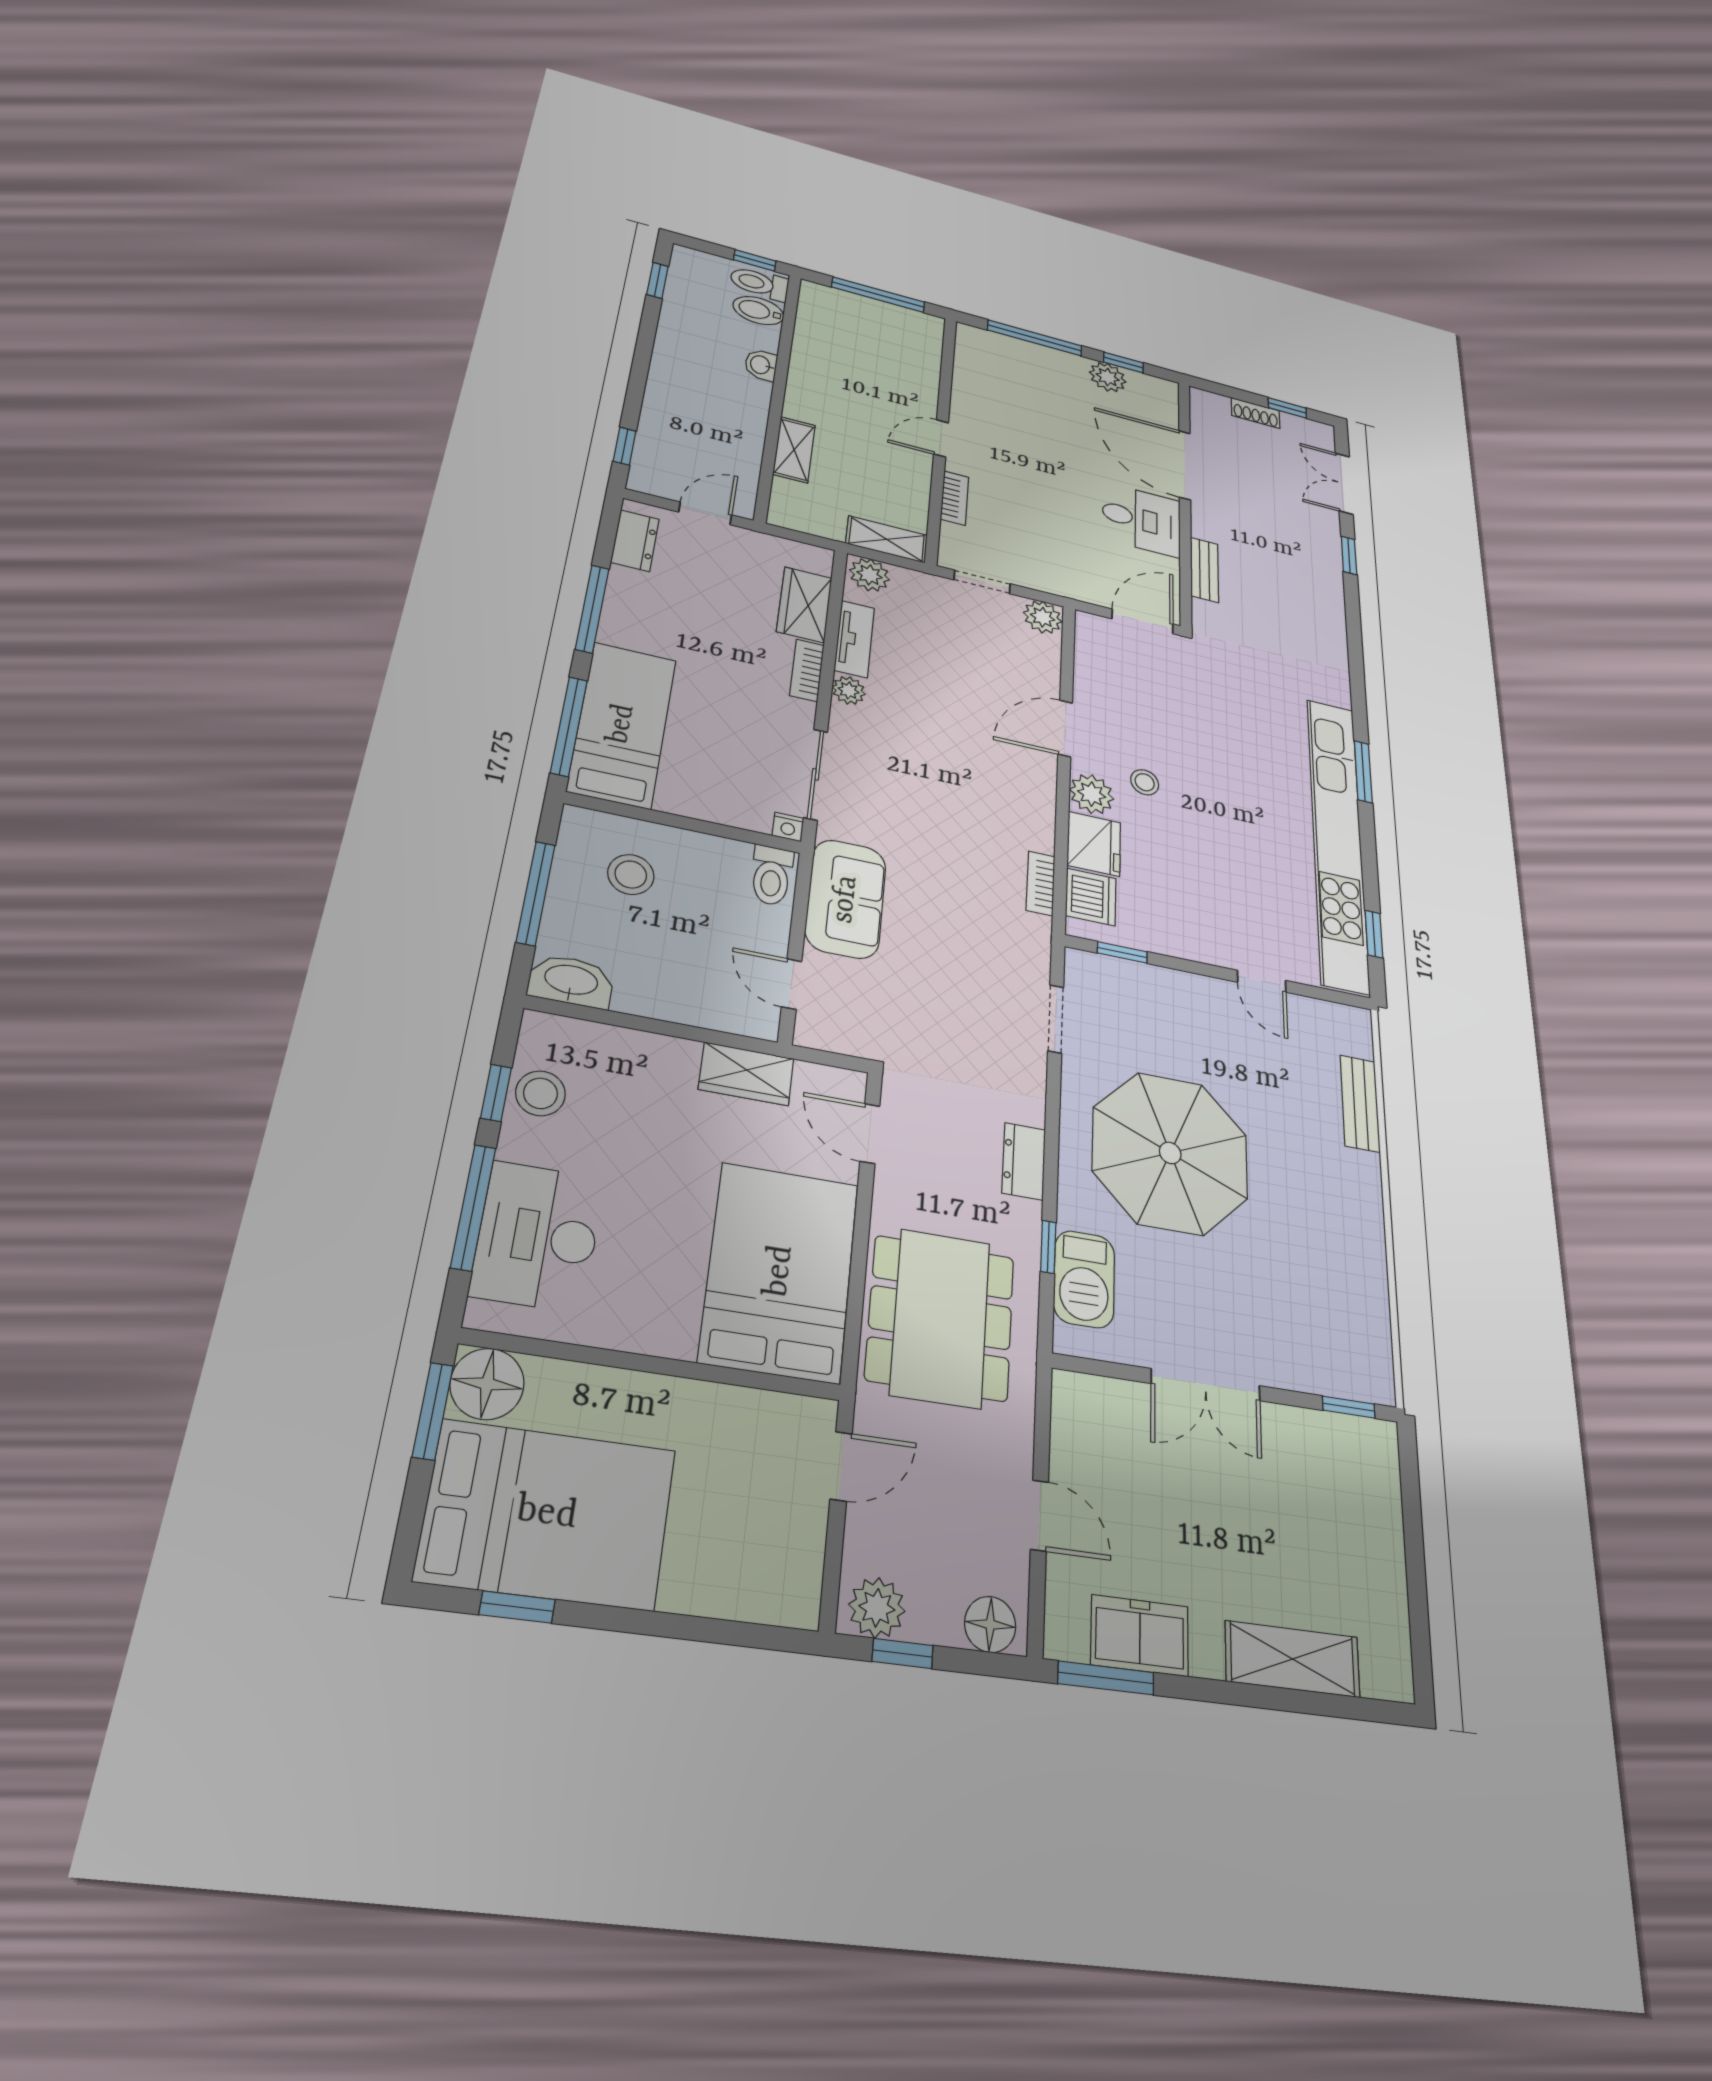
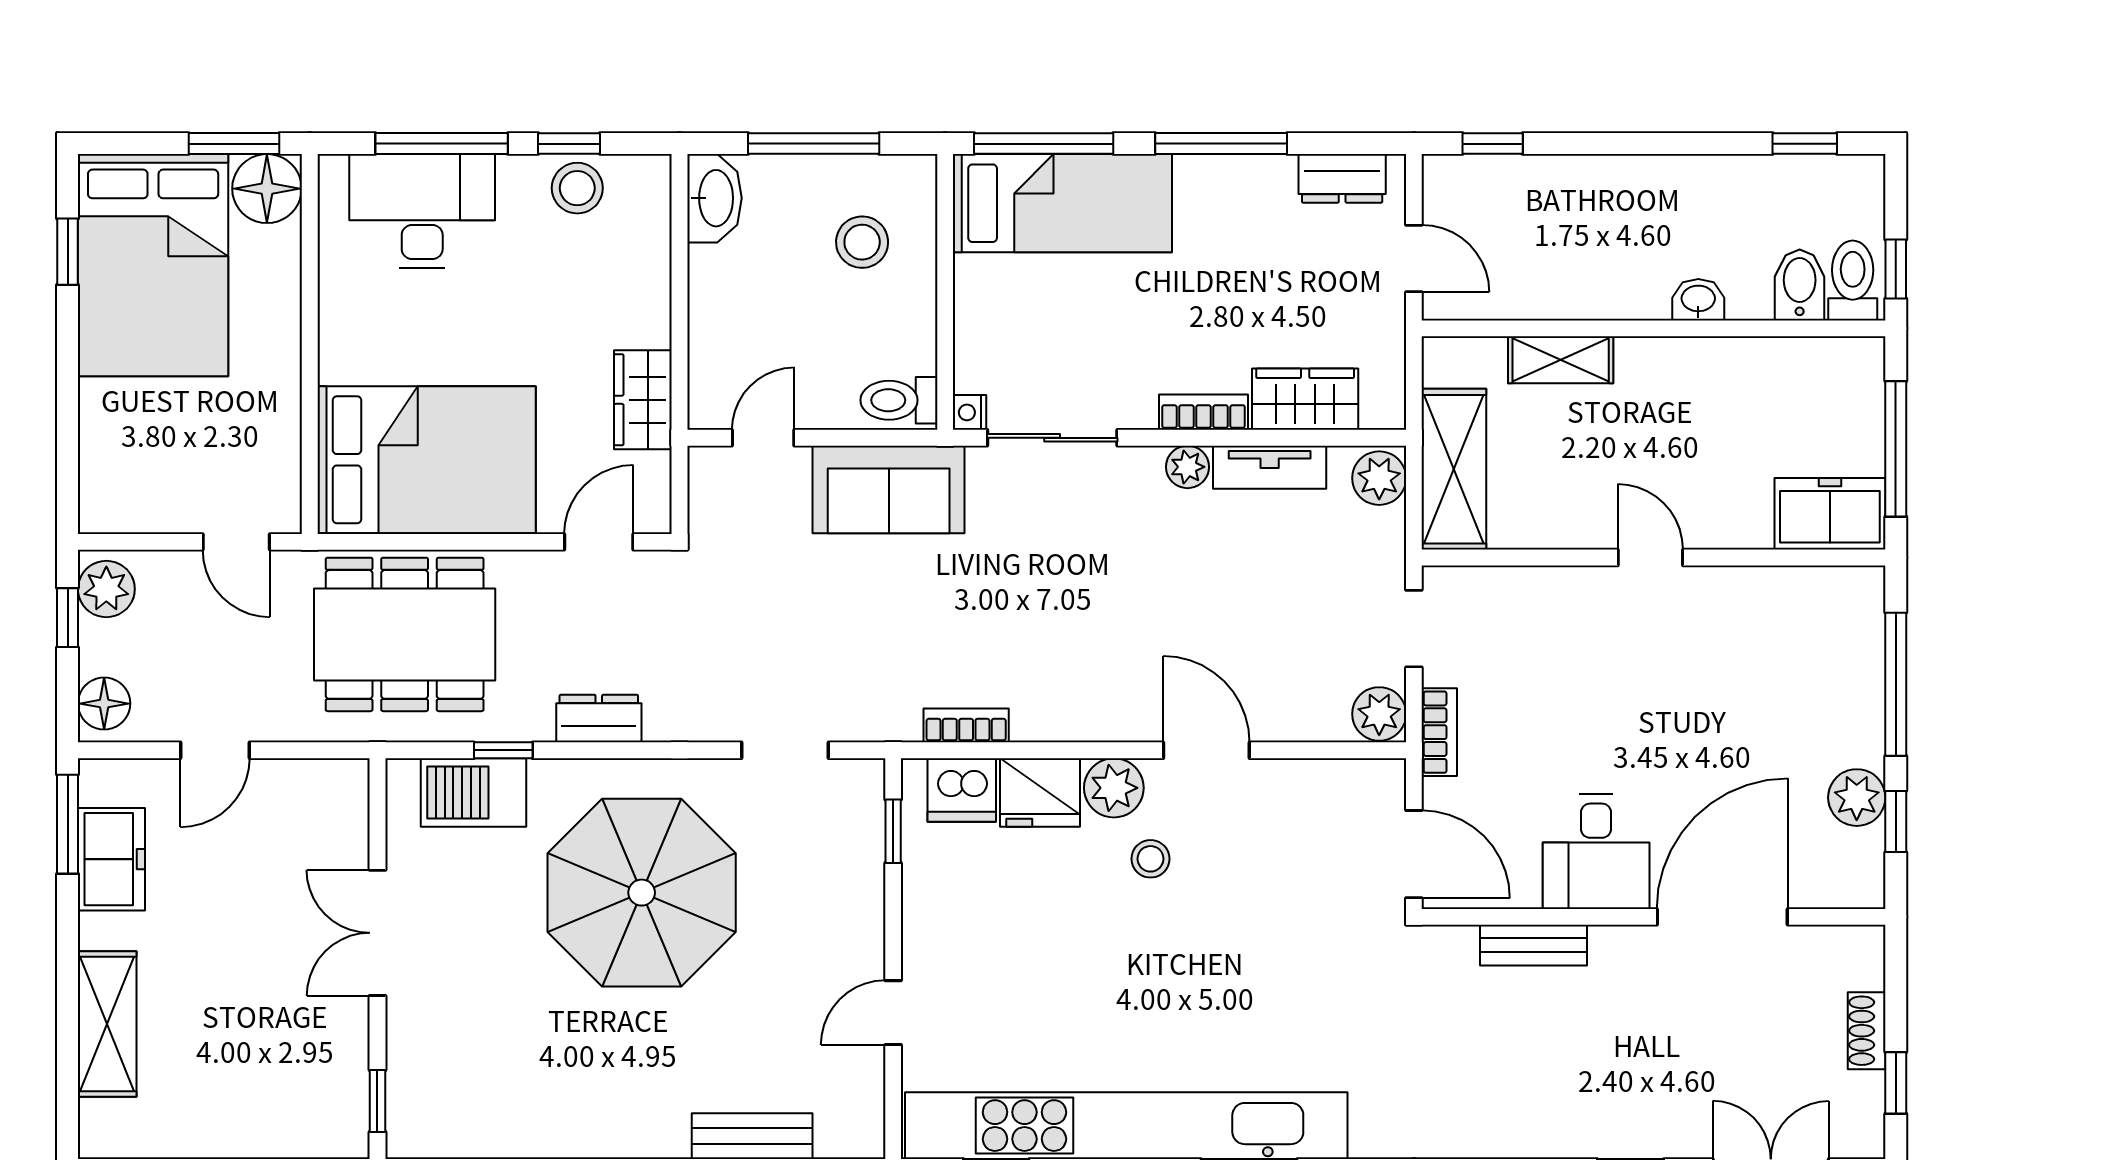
freezer: (919, 339) -> (1830, 514), added
bookcase: (955, 498) -> (1439, 732), moved, turned -90
shelving: (887, 539) -> (1454, 469), width x1.50, depth x1.33

